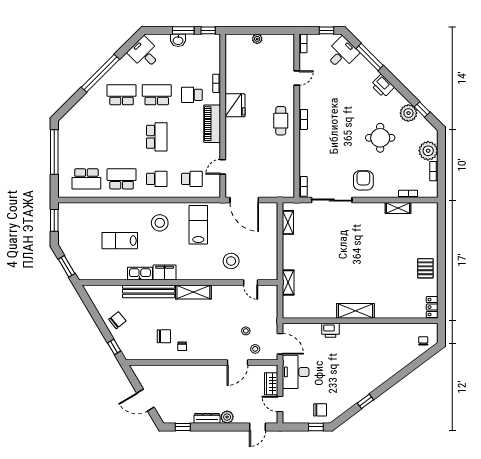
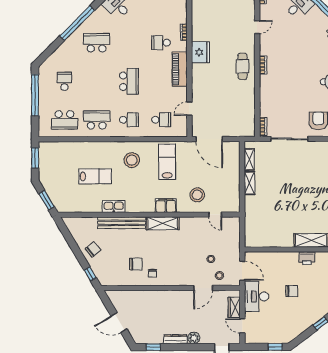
school desk: (157, 95) -> (64, 81), moved, width x0.54
lab bench: (120, 241) -> (95, 176), turned 180
filing cabinet: (165, 272) -> (166, 206), moved
shelving: (288, 283) -> (250, 183), moved
printer: (331, 330) -> (307, 258), moved
chair: (320, 410) -> (292, 291), moved

